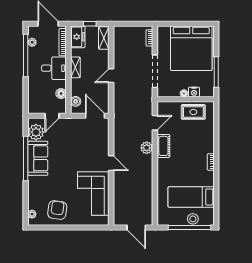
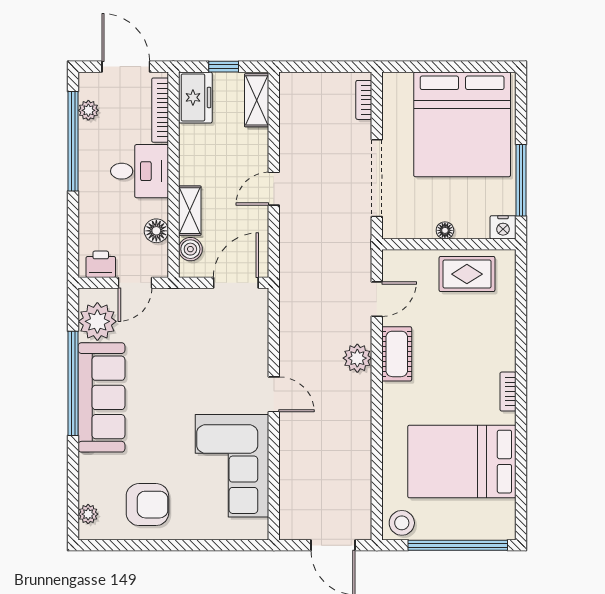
shelving: (75, 67) -> (190, 211), moved
nightstand: (194, 92) -> (503, 227), moved
printer: (37, 108) -> (101, 264), added
door: (95, 116) -> (236, 283), hinge flipped
sofa: (38, 158) -> (102, 397), width x1.36
bed: (191, 197) -> (462, 462), width x1.50
armchair: (57, 210) -> (147, 505), turned 82
stool: (193, 219) -> (402, 523), moved

